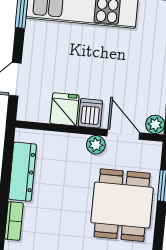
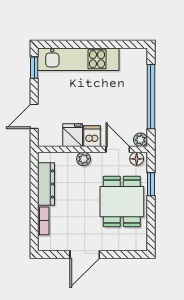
plant: (96, 145) -> (84, 159), moved
floor lamp: (148, 149) -> (137, 159), added

